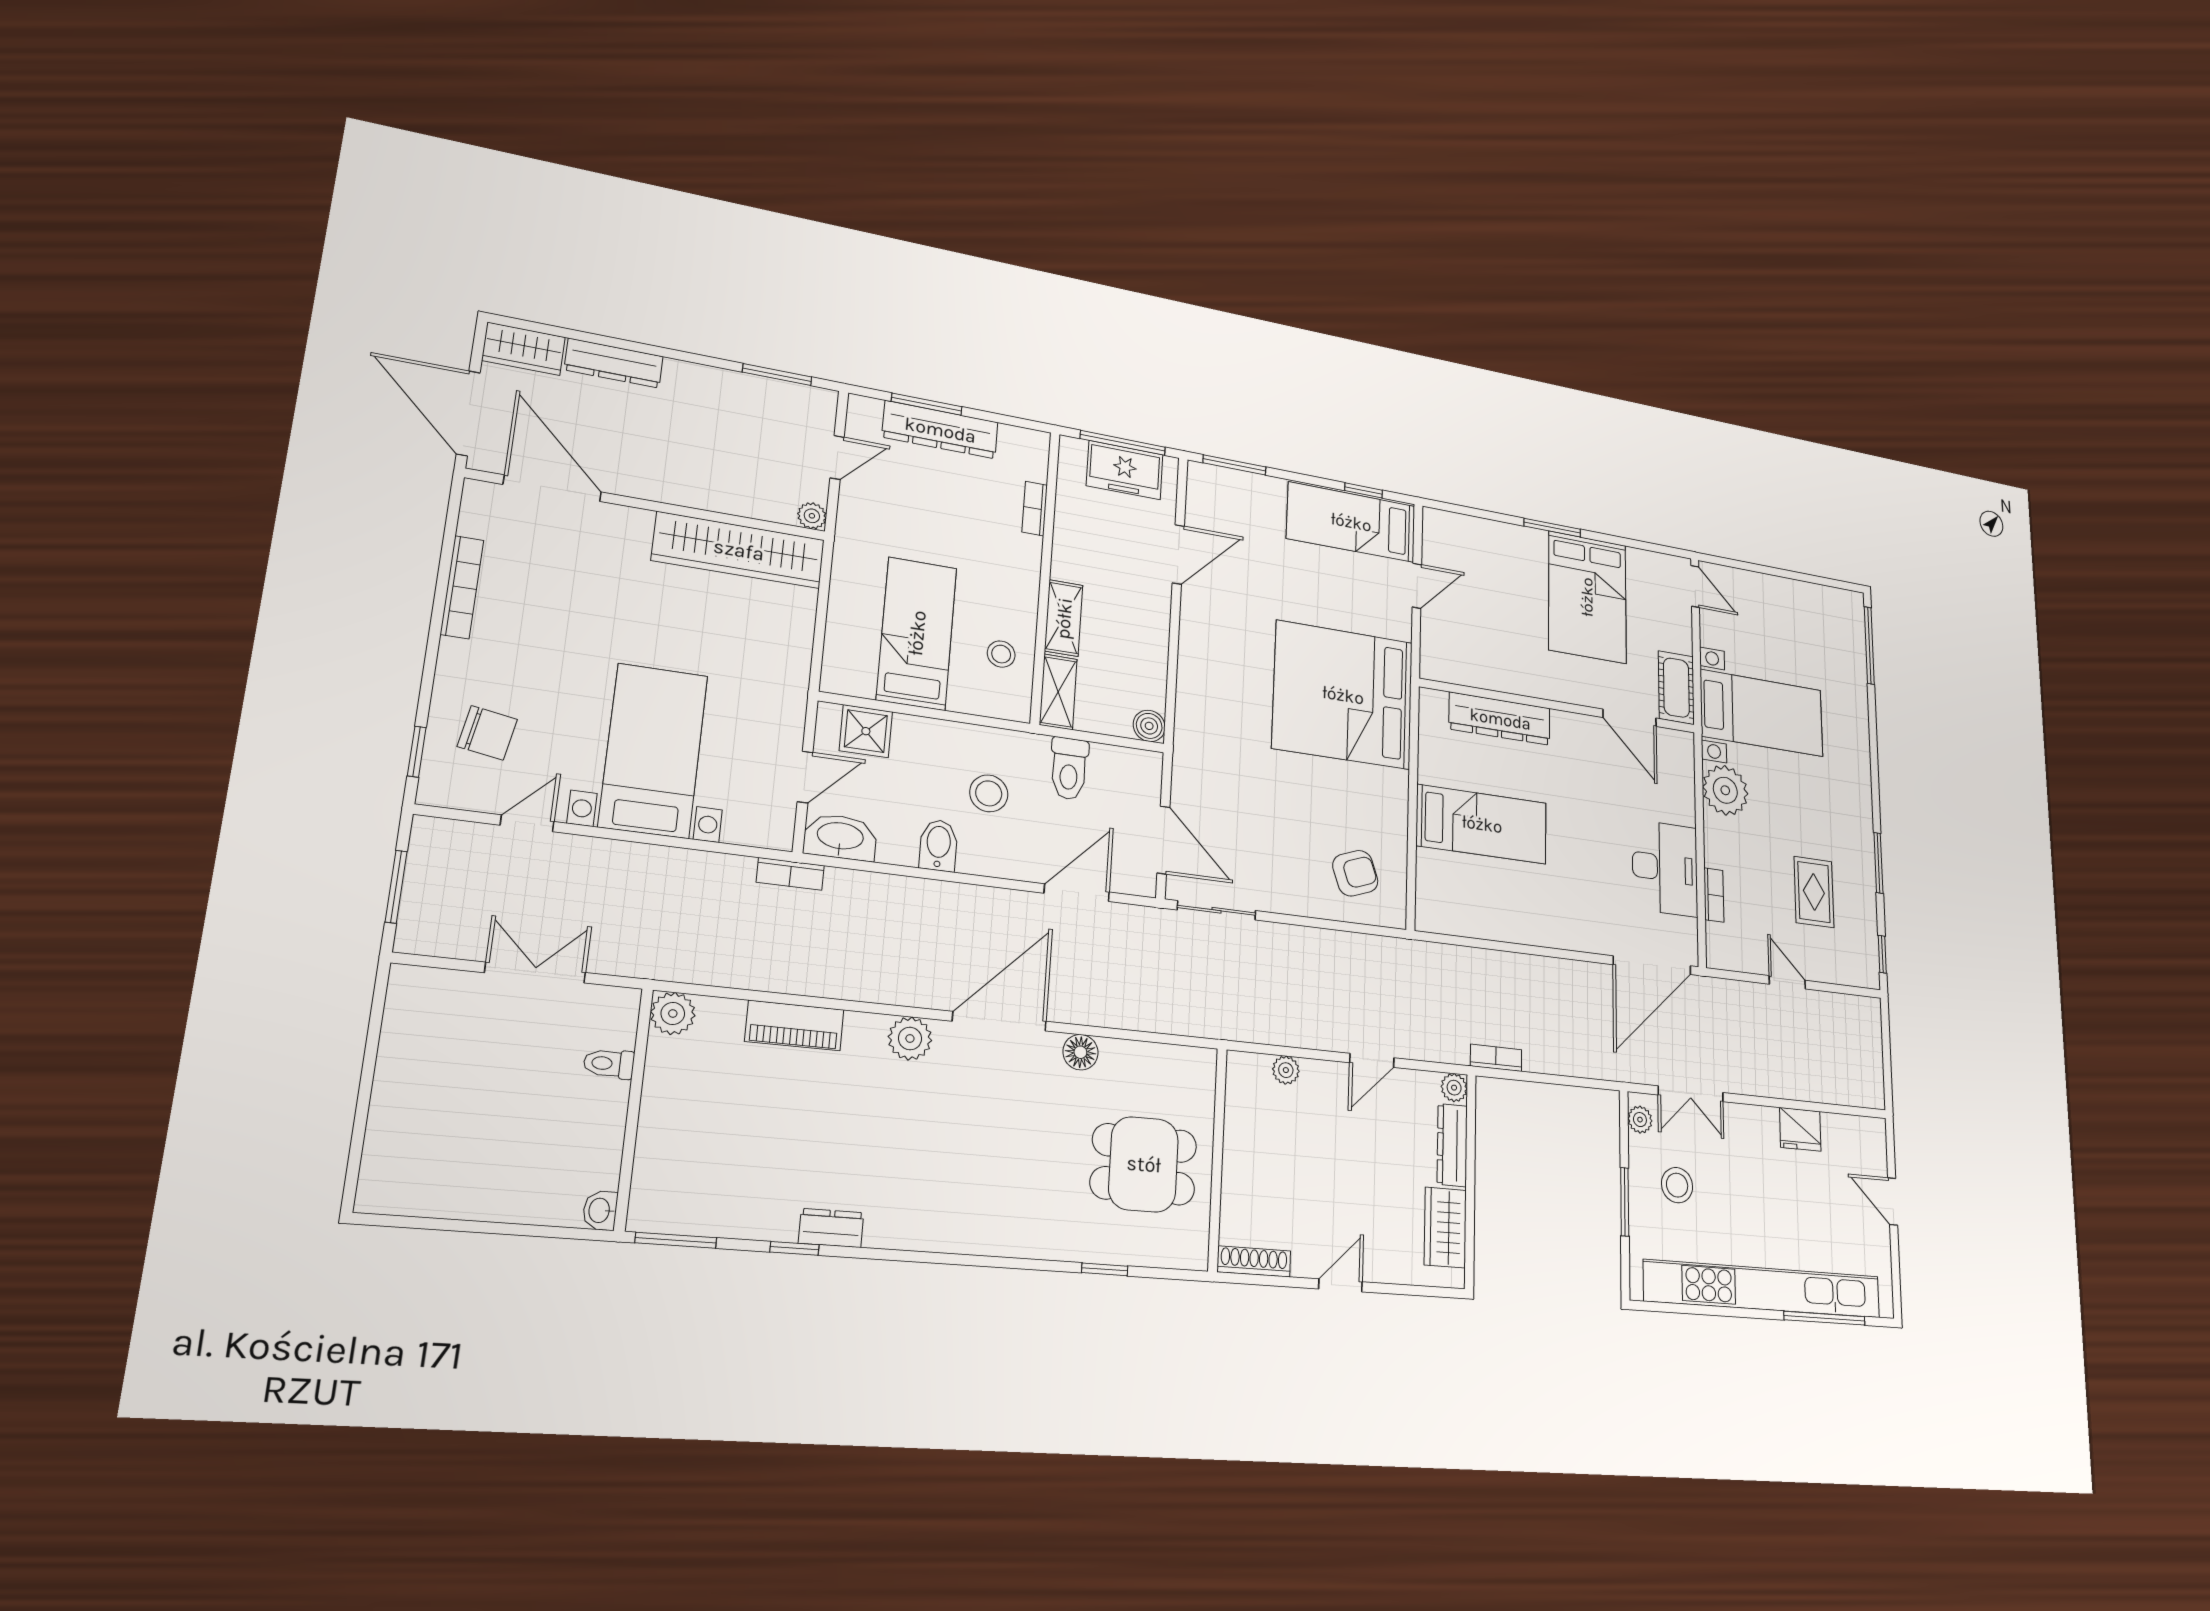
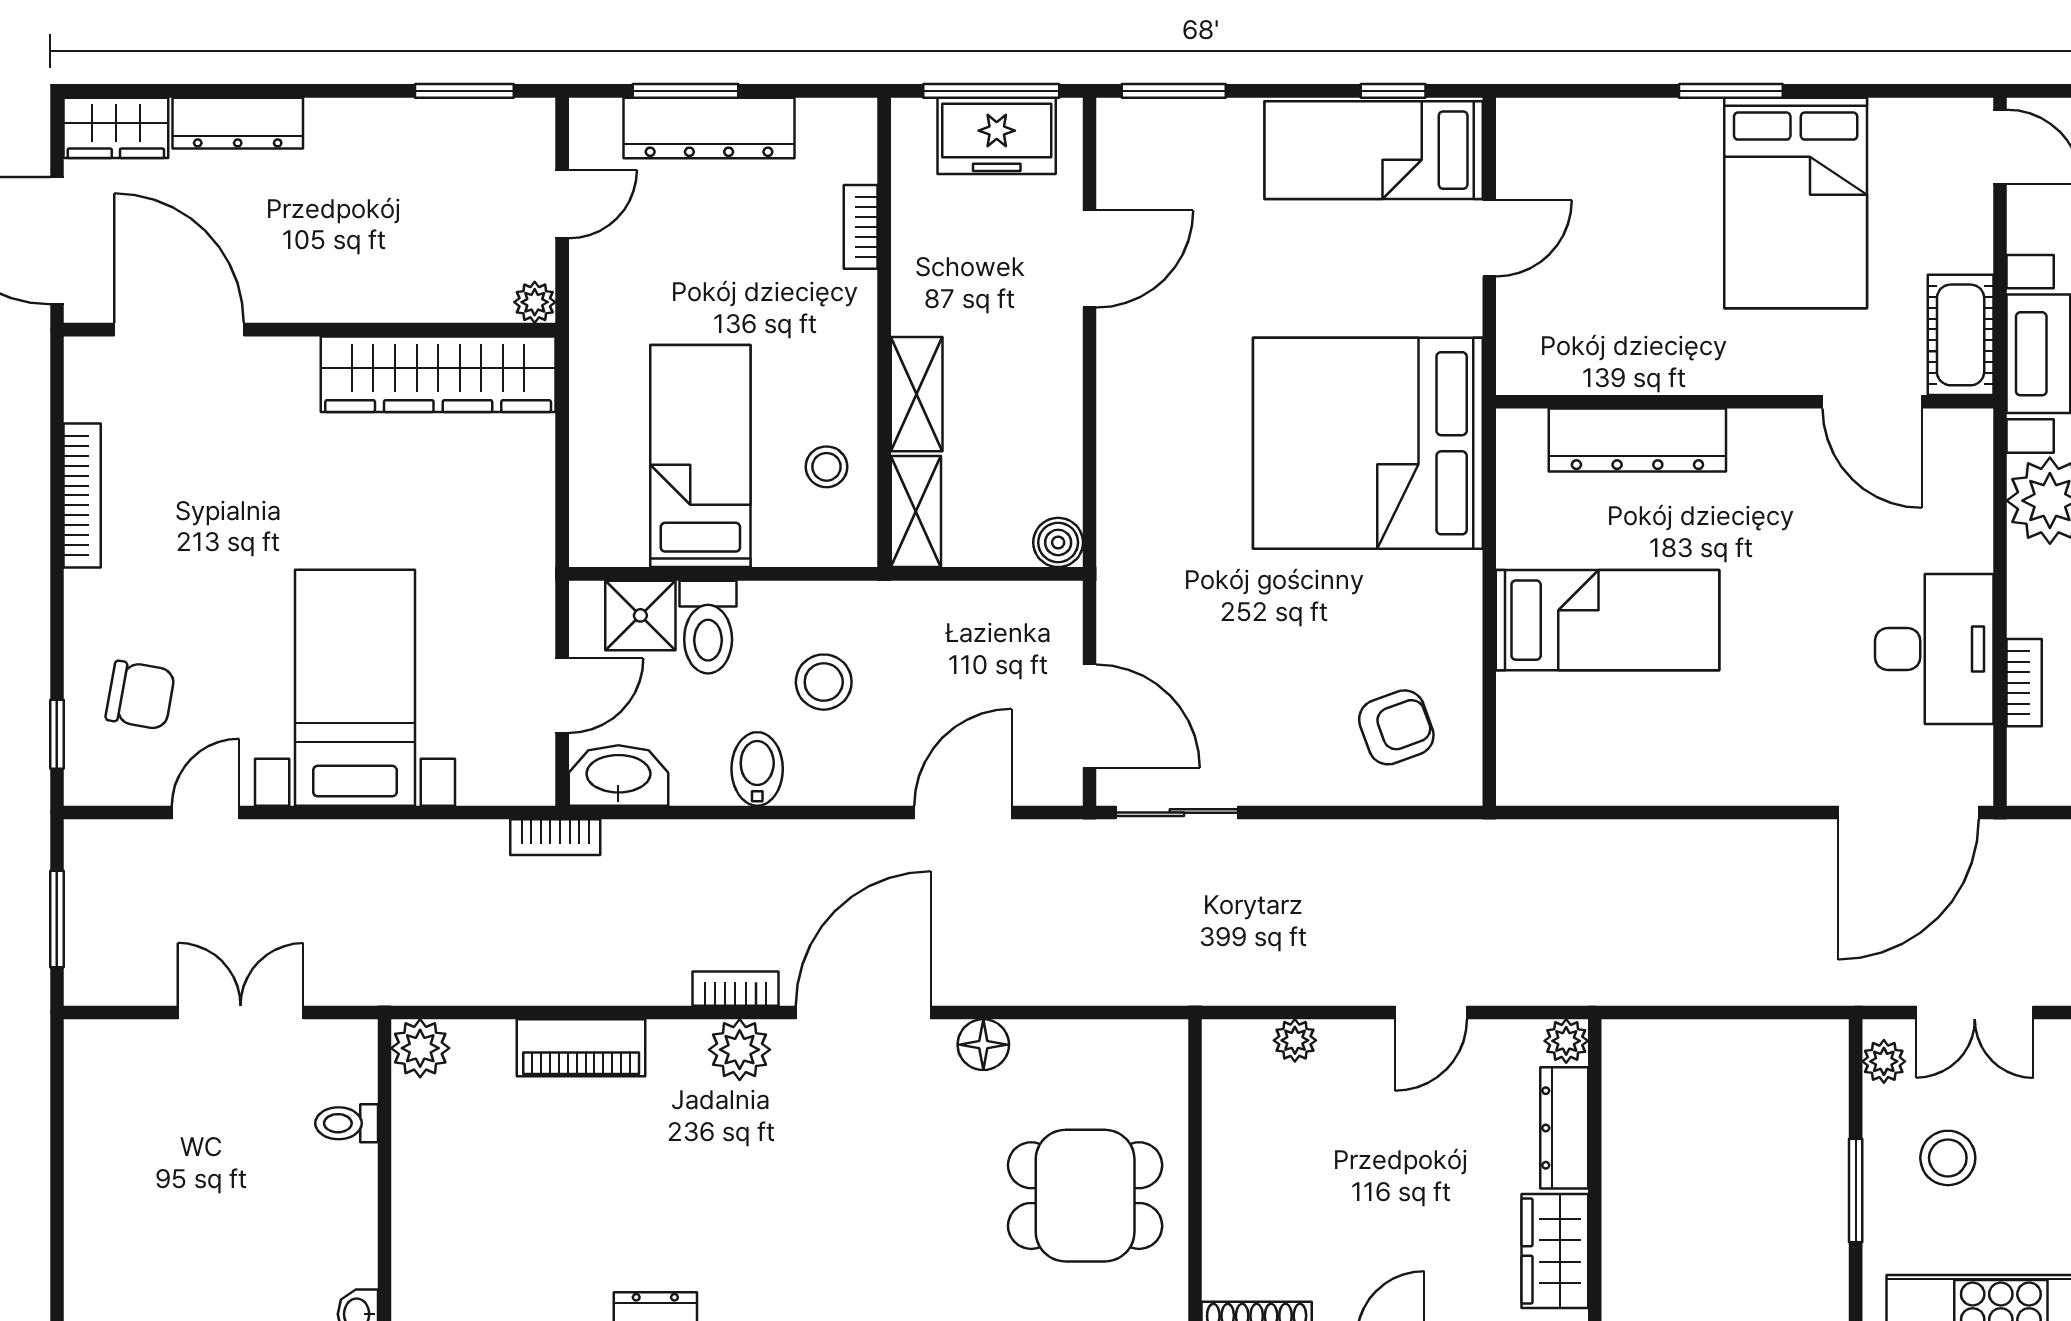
toilet: (1069, 769) -> (708, 627), moved
bookcase: (1496, 1058) -> (735, 989), moved

